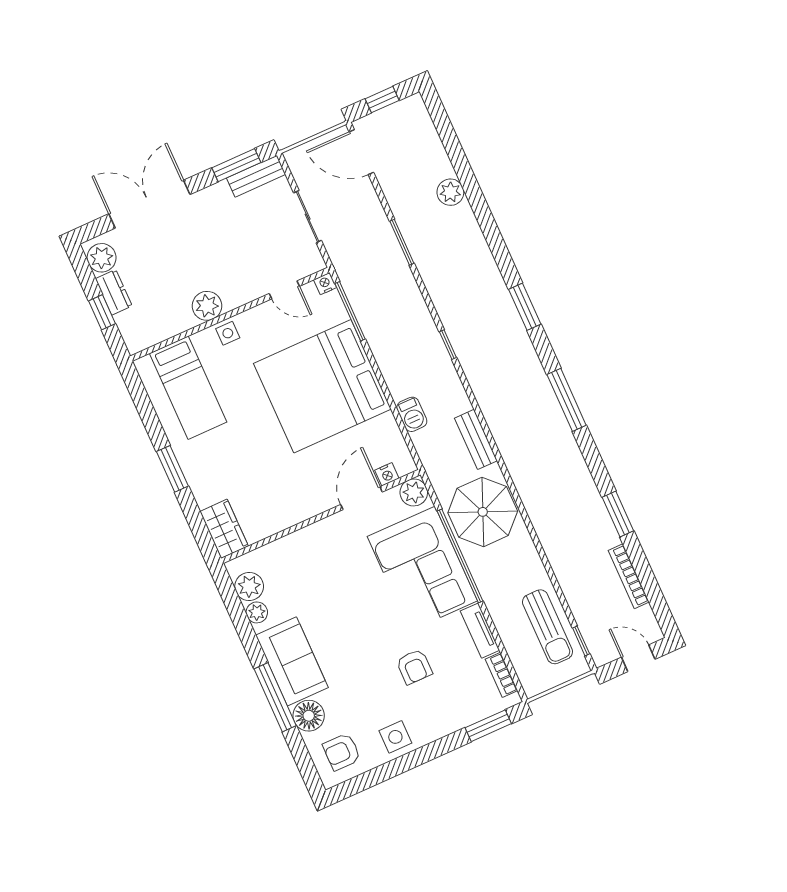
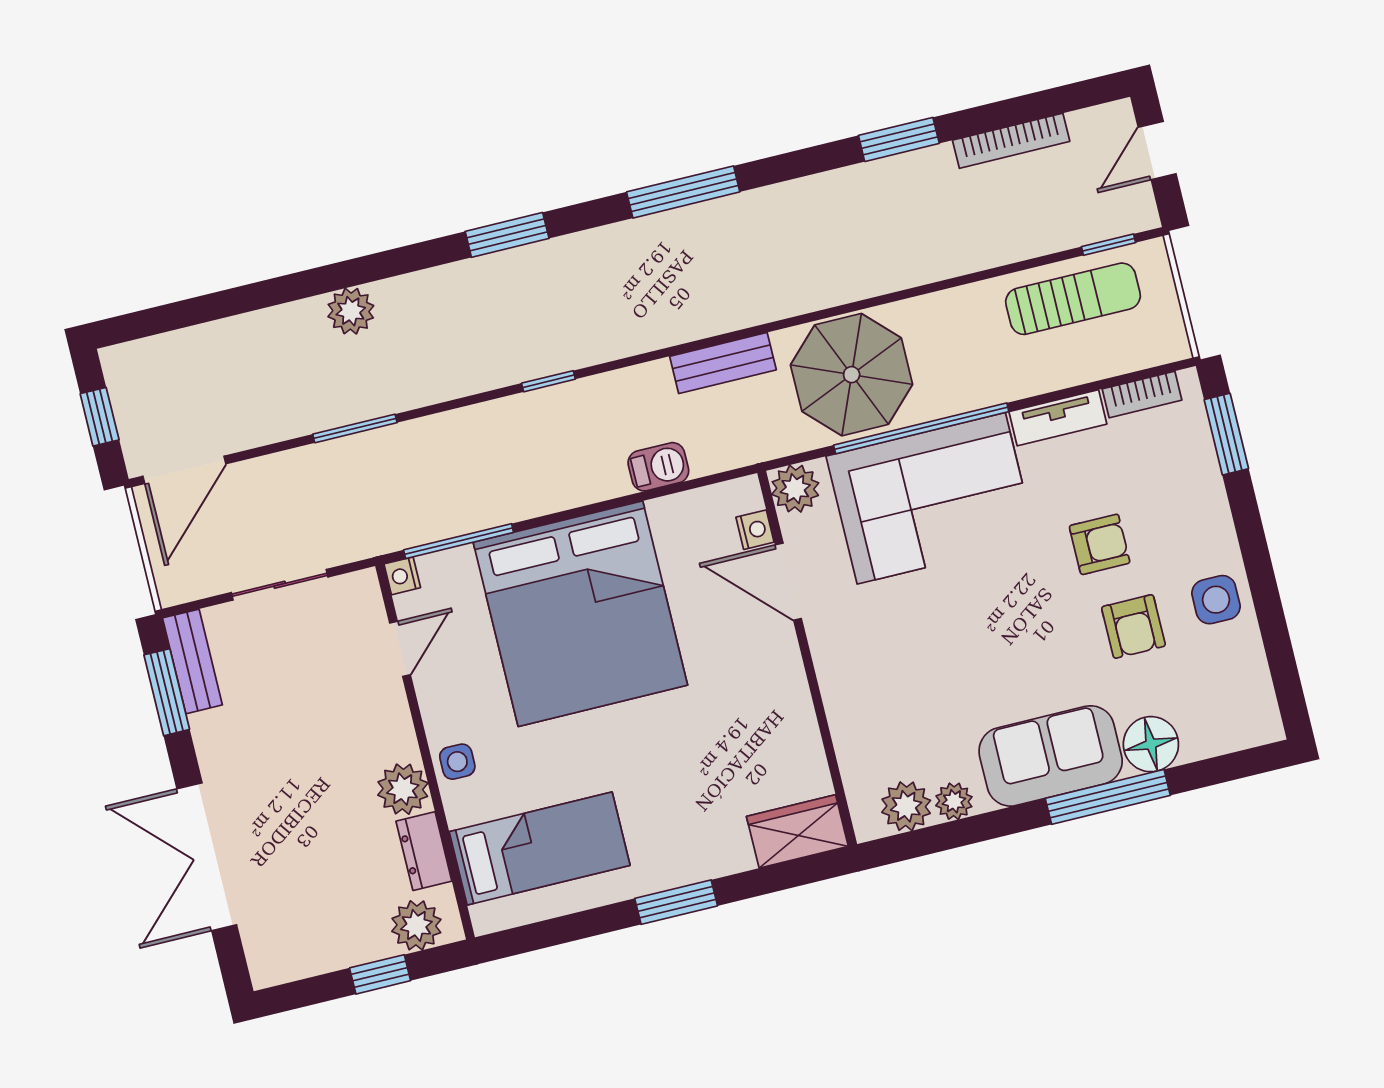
plant: (450, 192) -> (351, 311), moved
plant: (102, 258) -> (416, 925), moved
dresser: (114, 292) -> (424, 851), moved, turned -90
armchair: (342, 752) -> (1133, 626), moved

